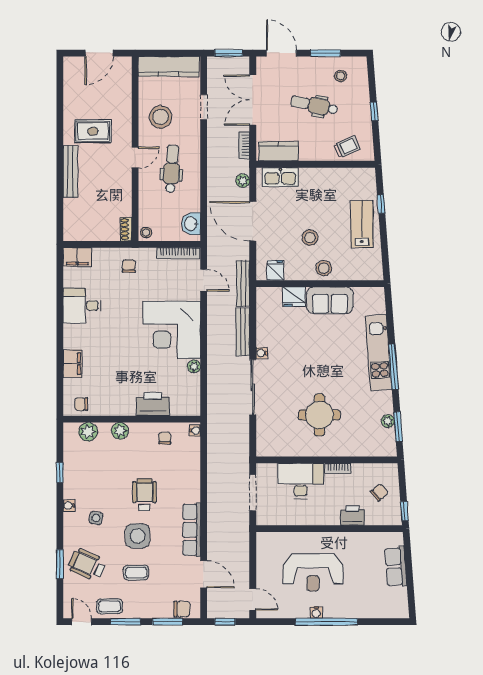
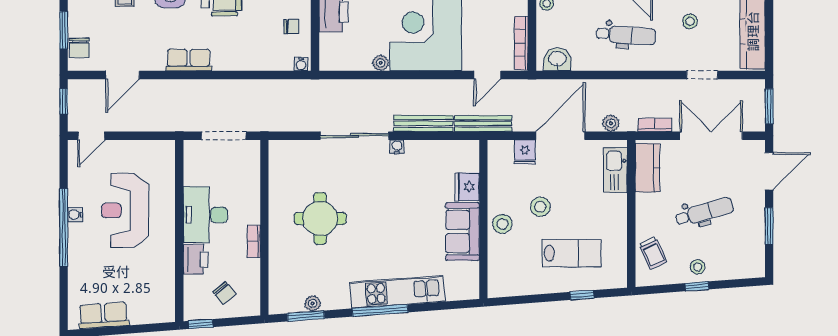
stool: (341, 76) -> (698, 267), moved
dental chair: (314, 105) -> (704, 212), turned 62
stool: (160, 117) -> (690, 21), width x0.53, depth x0.53
lab bench: (362, 224) -> (572, 253), moved
fridge: (275, 270) -> (525, 152), moved, turned 90
desk: (301, 481) -> (205, 215), moved, turned 180
row of seats: (192, 530) -> (189, 60), width x0.68
row of seats: (396, 567) -> (103, 315), moved

